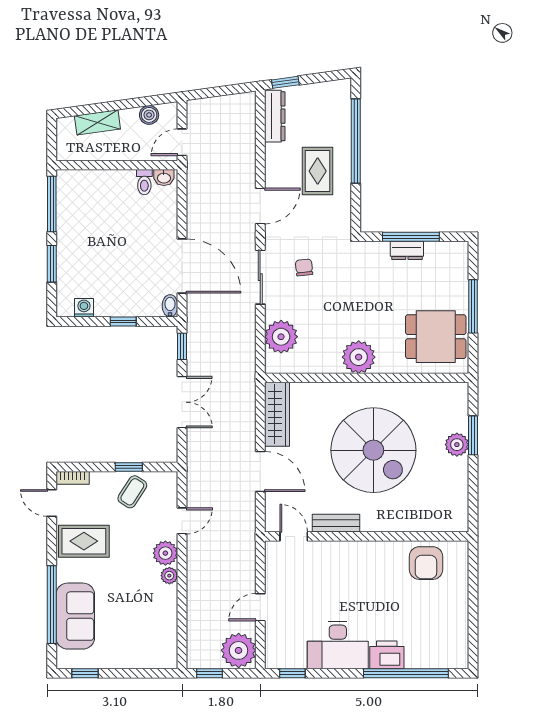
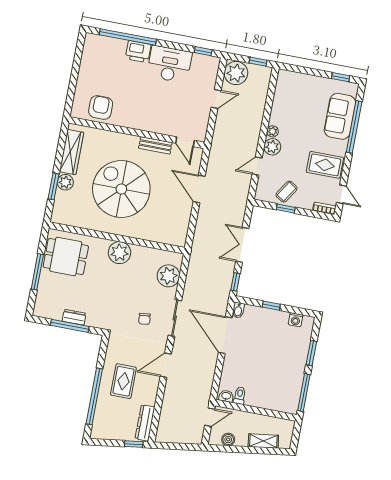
wardrobe: (277, 414) -> (71, 152), moved, turned 180

